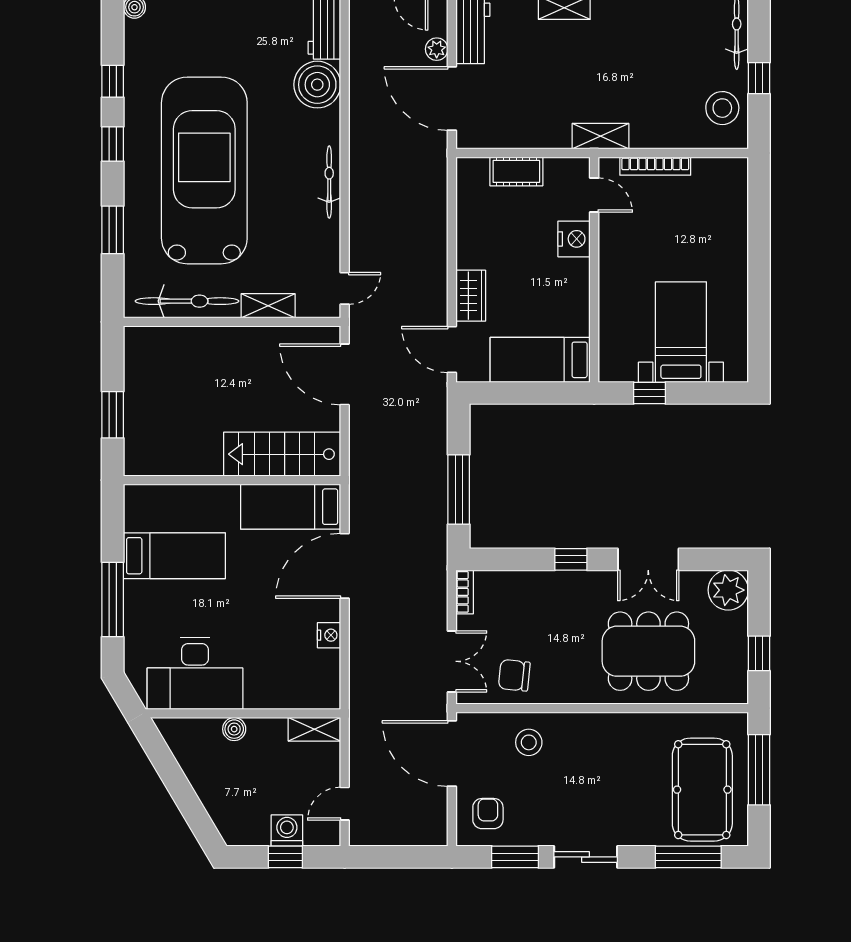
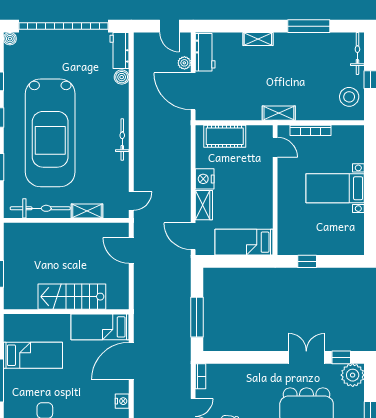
boiler: (317, 85) -> (122, 77), width x0.54, depth x0.54
car: (204, 170) -> (50, 133), turned 180
cot: (516, 171) -> (225, 136), width x1.37, depth x1.34
nightstand: (574, 239) -> (205, 179), moved, turned 180
bed with nightstands: (681, 332) -> (335, 188), moved, turned -90
door: (345, 374) -> (131, 251), width x0.73
stairs: (282, 454) -> (72, 297), moved
window: (571, 559) -> (341, 357), moved
double door: (648, 559) -> (306, 357), swing flipped

